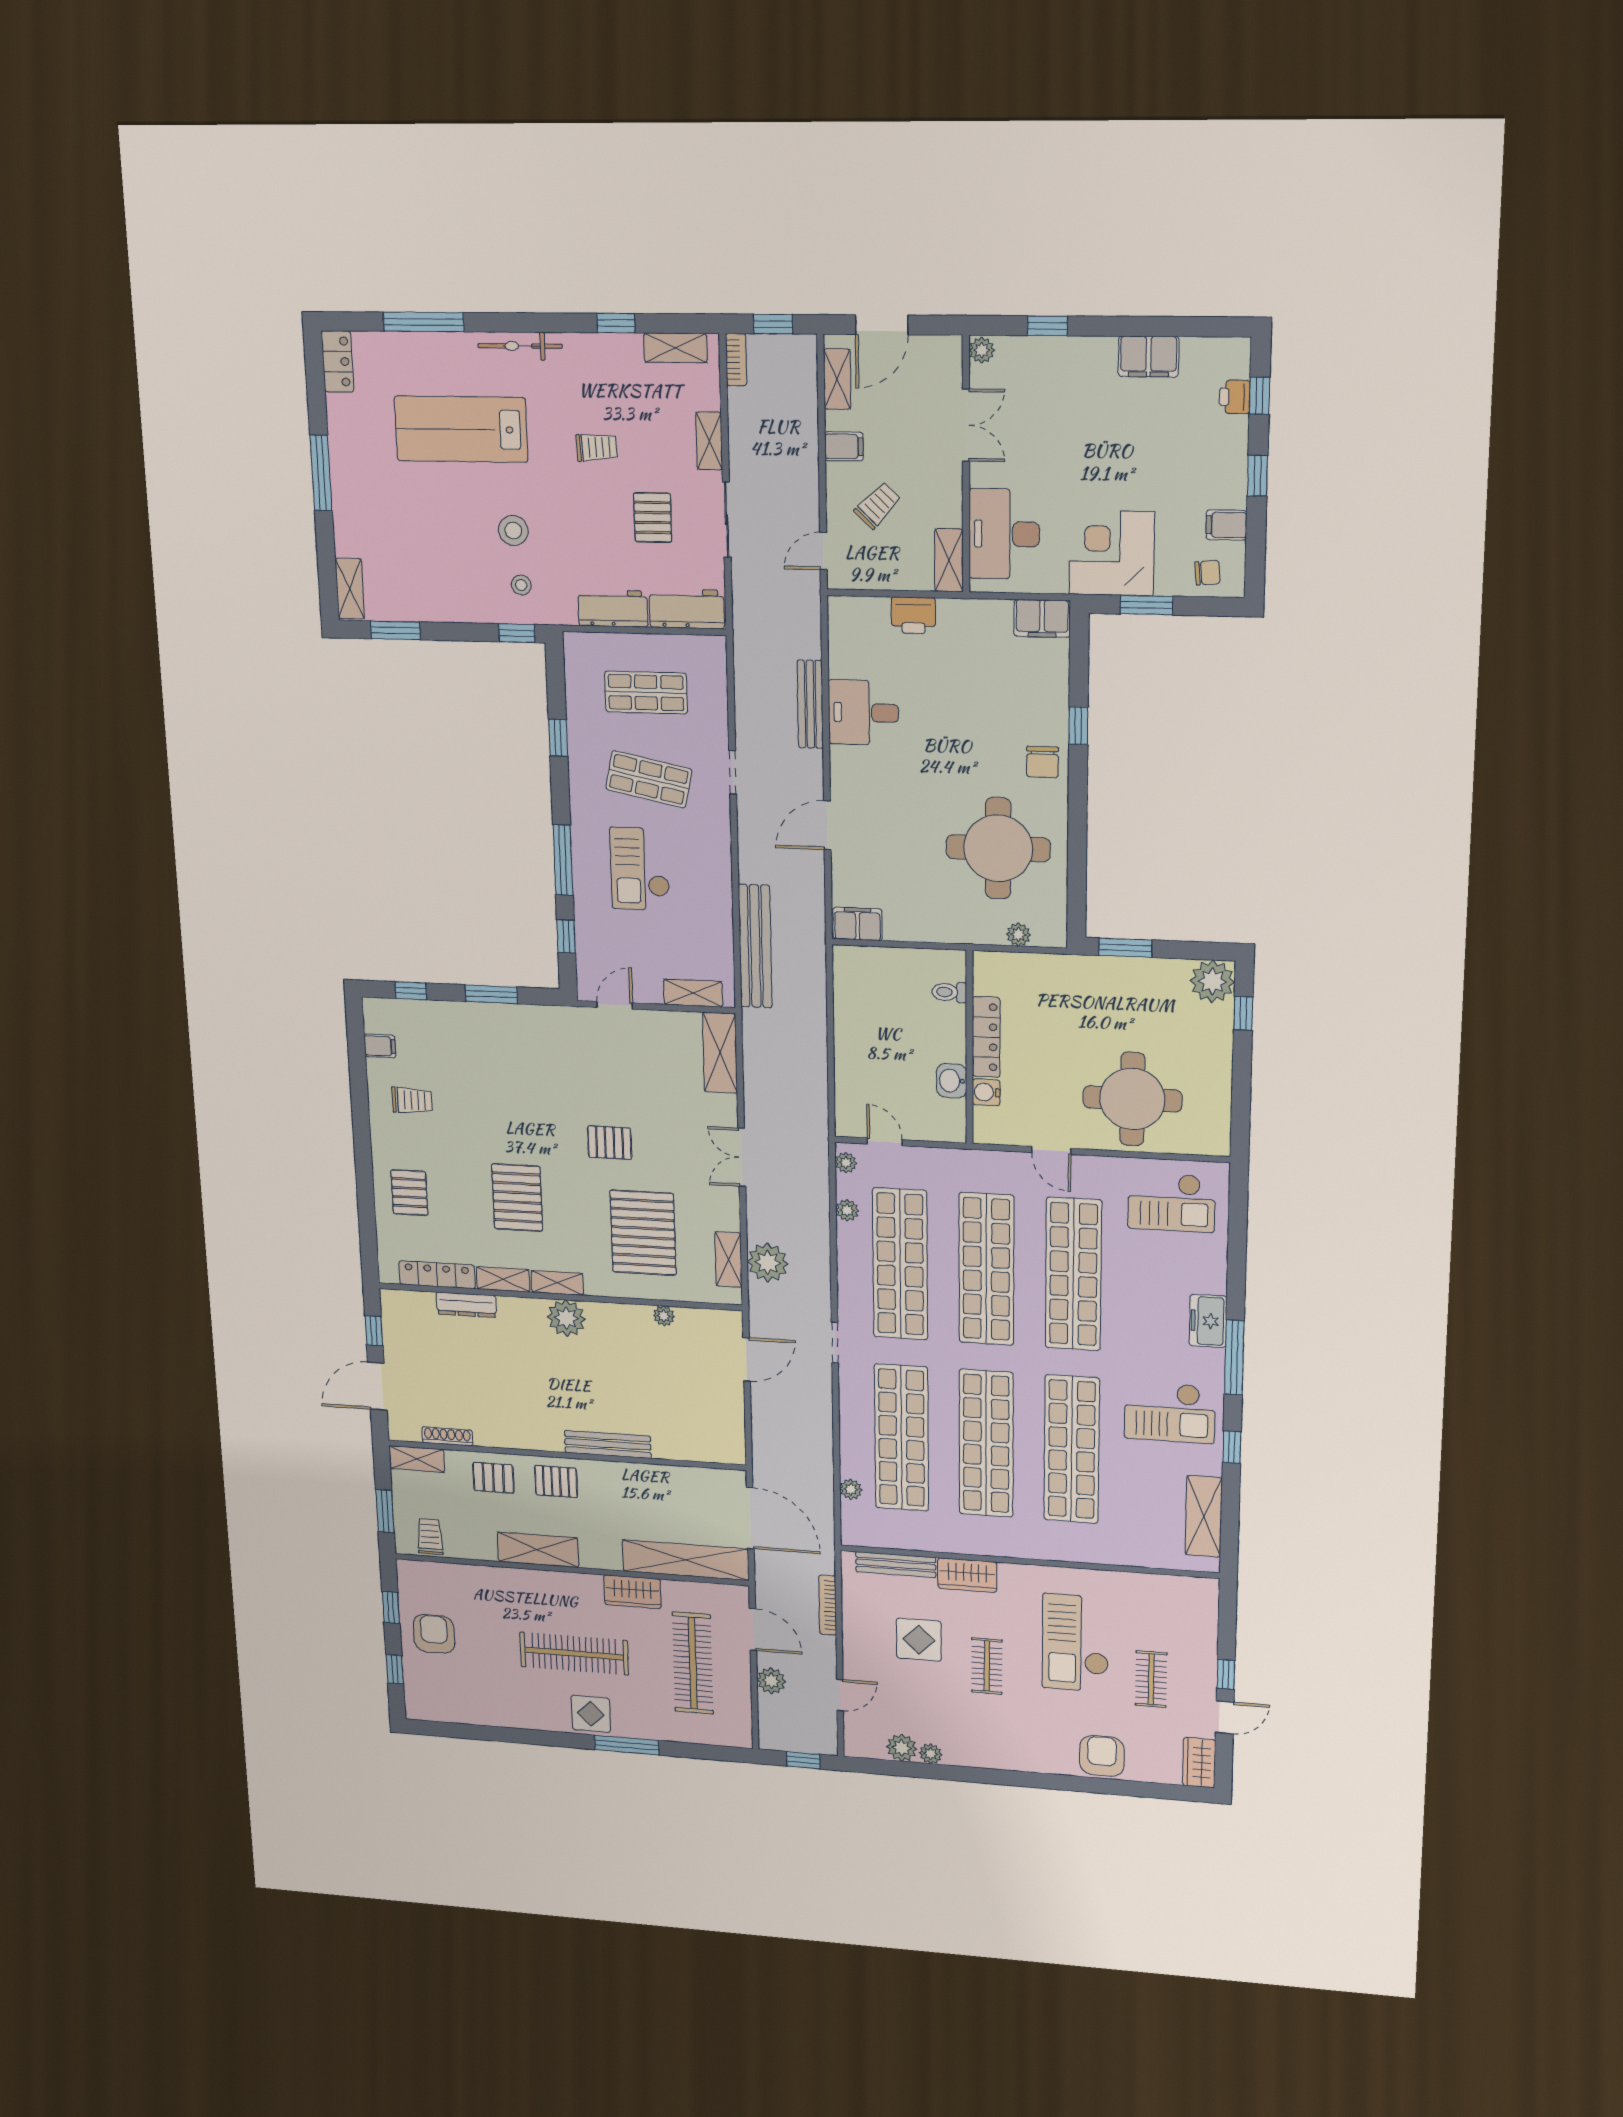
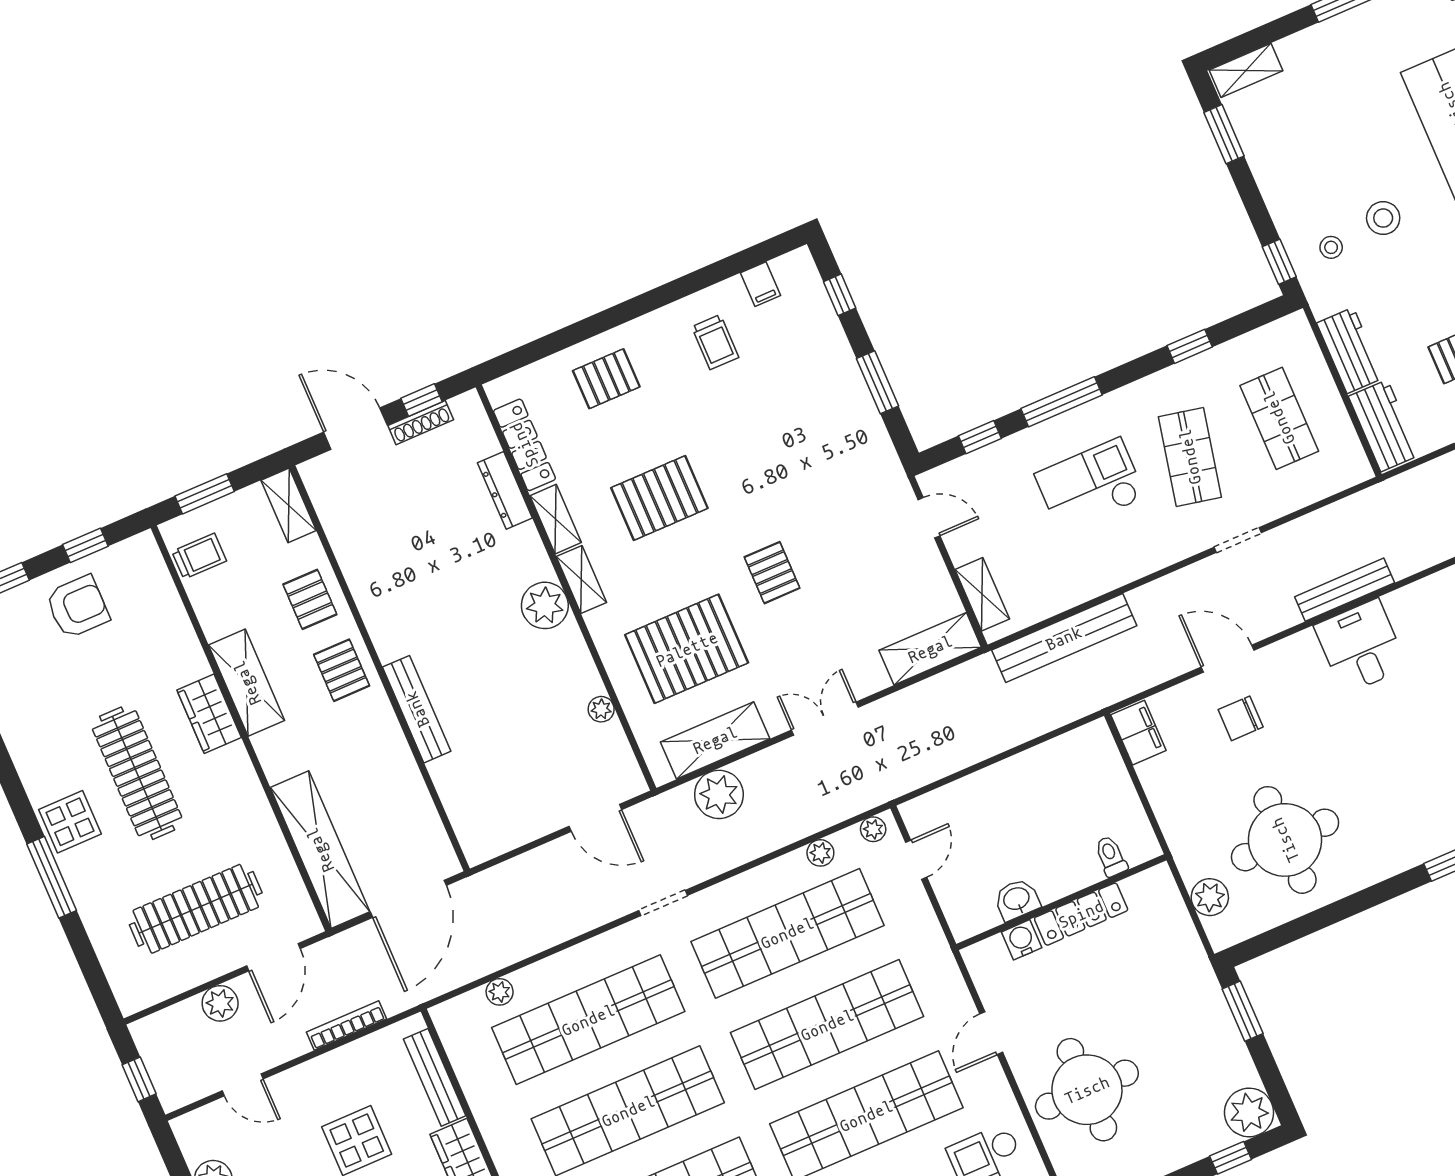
chair: (1042, 762) -> (1241, 718), moved
plant: (1018, 935) -> (1210, 897), width x1.38, depth x1.38
shelving: (728, 1259) -> (715, 740), width x1.50, depth x1.33
shoe rack: (447, 1436) -> (421, 423), moved, turned 90
wardrobe: (632, 1592) -> (209, 714), moved

